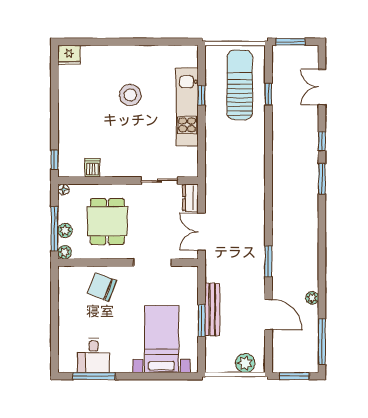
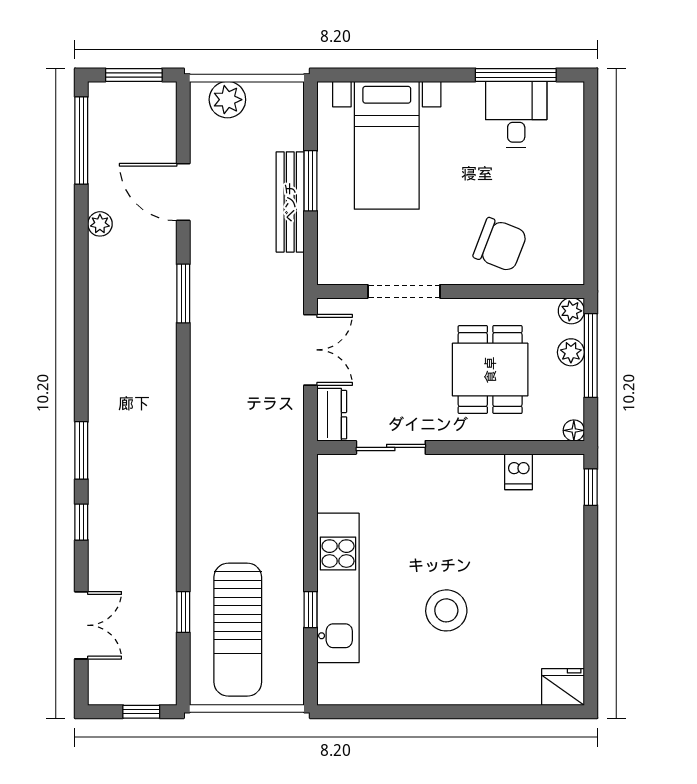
window: (290, 42) -> (141, 712), width x0.67

